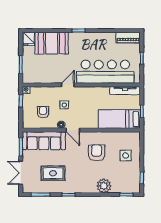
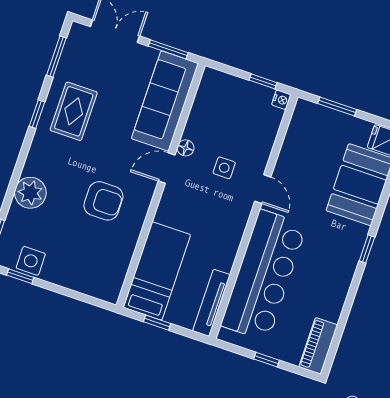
armchair: (43, 112) -> (224, 119), removed
side table: (126, 156) -> (31, 261), moved
rug: (53, 173) -> (74, 111), moved

